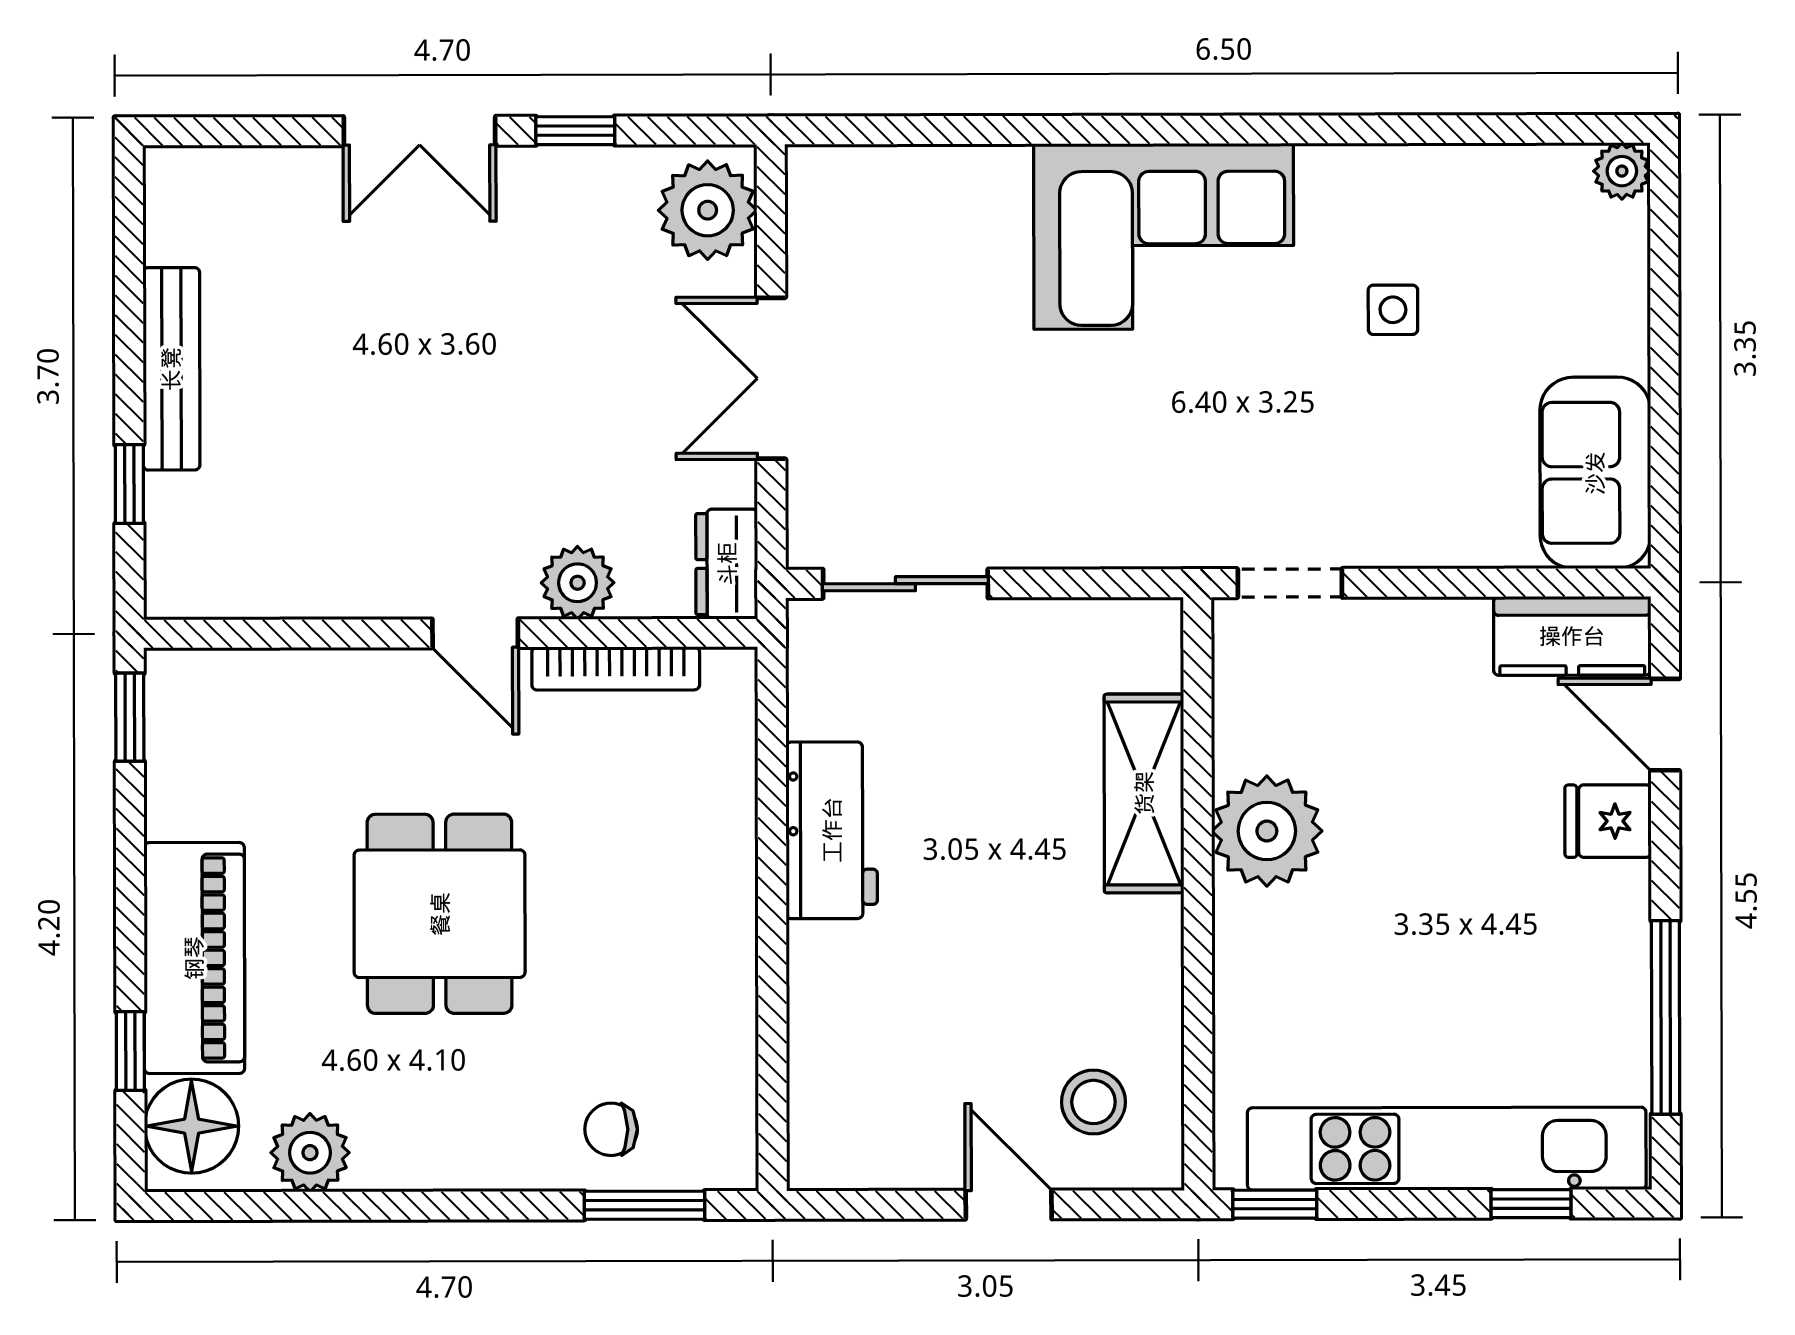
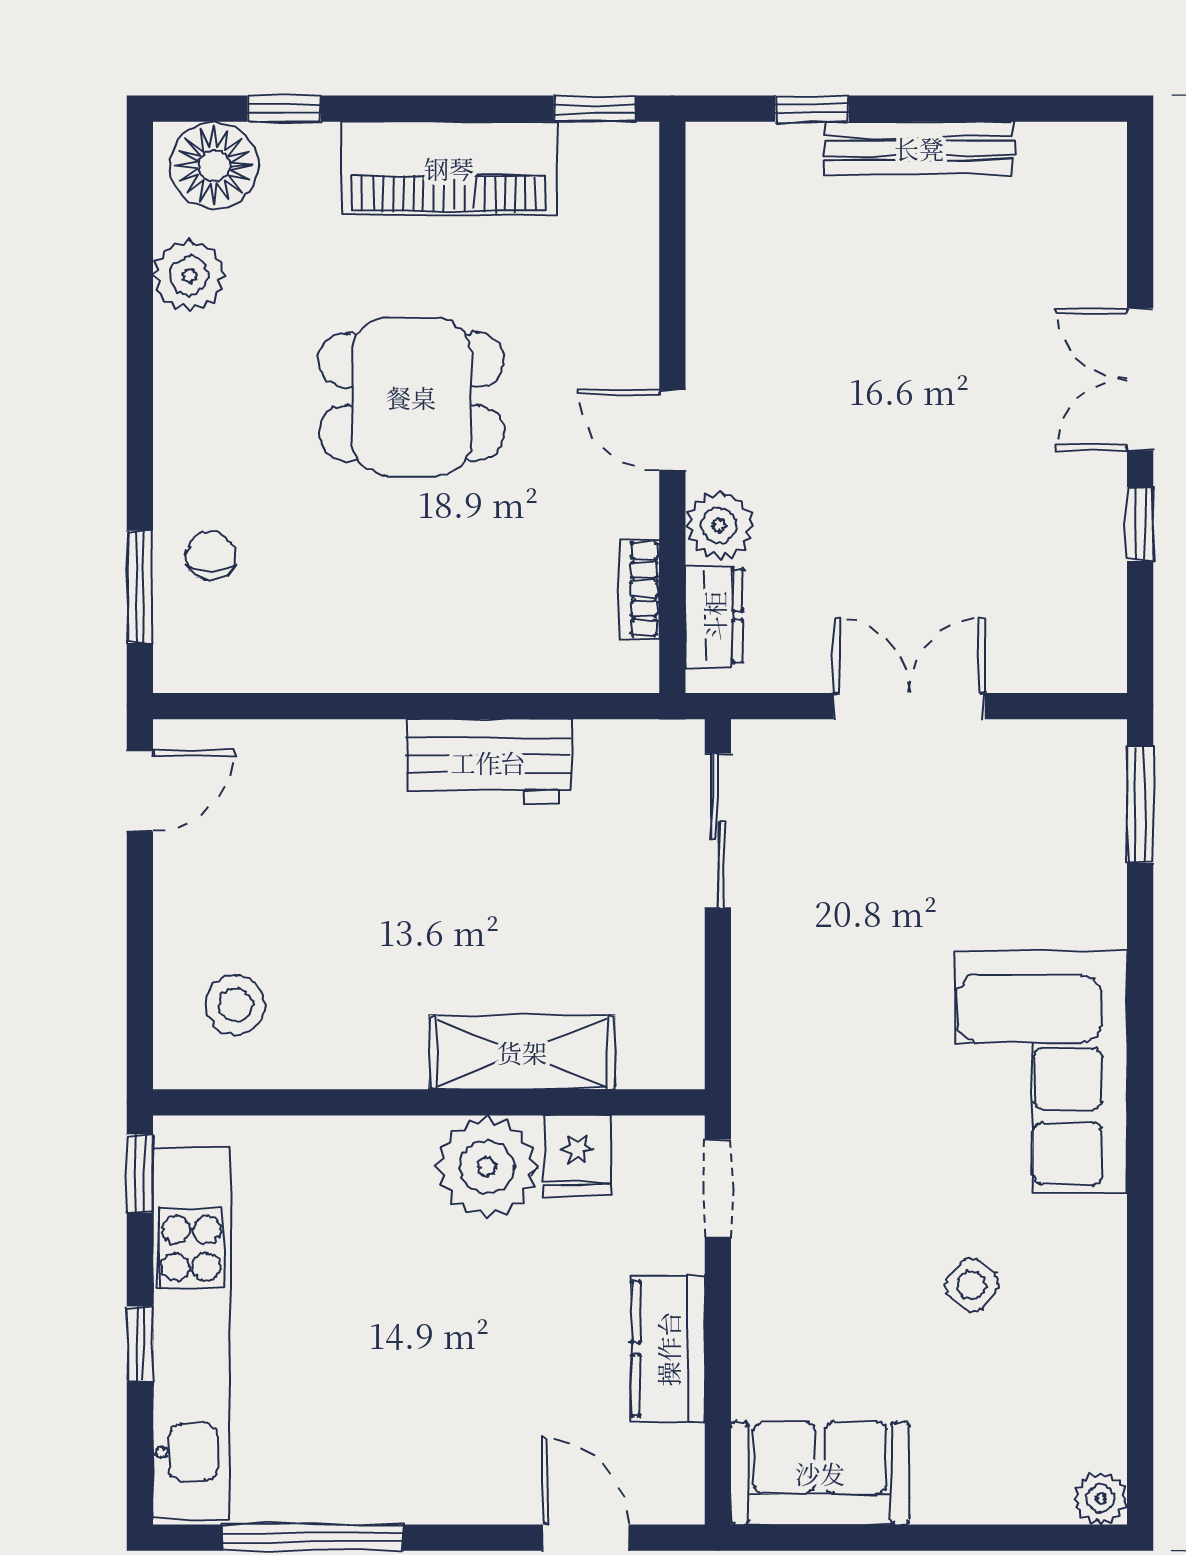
window: (877, 130) -> (1140, 805), added
plant: (708, 210) -> (1066, 647), removed
side table: (1393, 310) -> (972, 1285), turned 38
dresser: (727, 564) -> (714, 616), moved, turned 90
door: (475, 633) -> (672, 430), hinge flipped
kitchen counter: (1572, 636) -> (668, 1349), moved
bookcase: (616, 668) -> (639, 589), width x0.64
door: (1665, 725) -> (585, 1538), hinge flipped
fridge: (1608, 821) -> (577, 1156), moved, turned 180
piano: (194, 958) -> (449, 168), moved
window: (1531, 1204) -> (140, 1344), moved
door: (1009, 1205) -> (140, 791), moved

